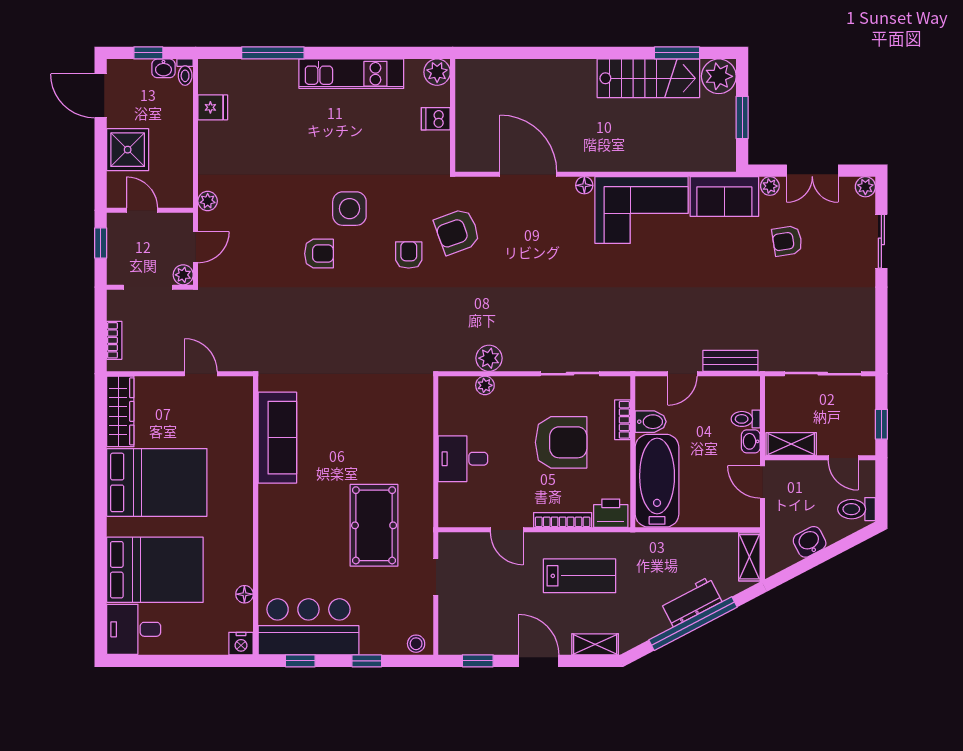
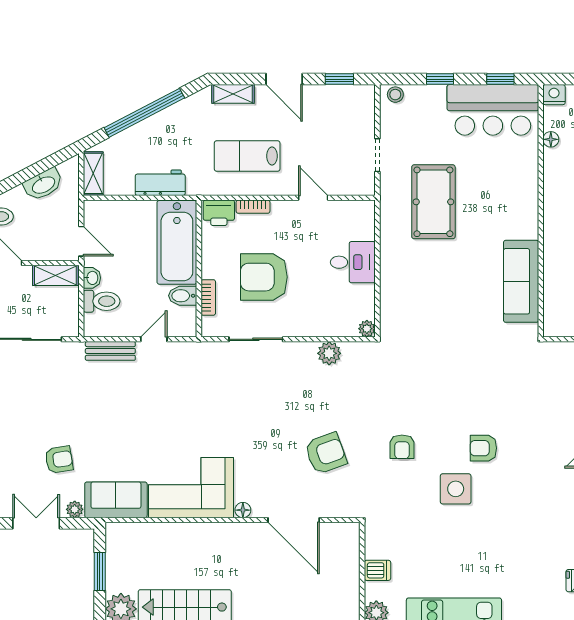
armchair: (457, 232) -> (326, 453), moved
plant: (485, 385) -> (367, 329), moved
toilet: (746, 419) -> (102, 301), width x1.37, depth x1.39
bookcase: (563, 520) -> (253, 207), width x0.64
washbasin: (810, 542) -> (43, 184), width x1.38
workbench: (691, 602) -> (160, 183), moved, turned -152

